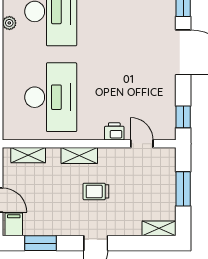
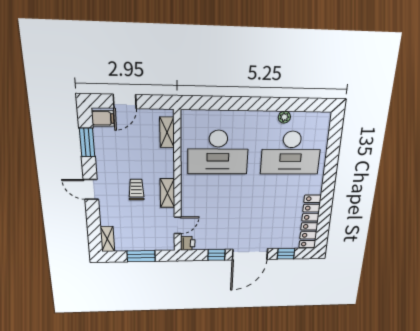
window: (183, 117) -> (216, 255), moved
printer: (114, 131) -> (188, 243), moved
shelving: (79, 156) -> (167, 193), moved

